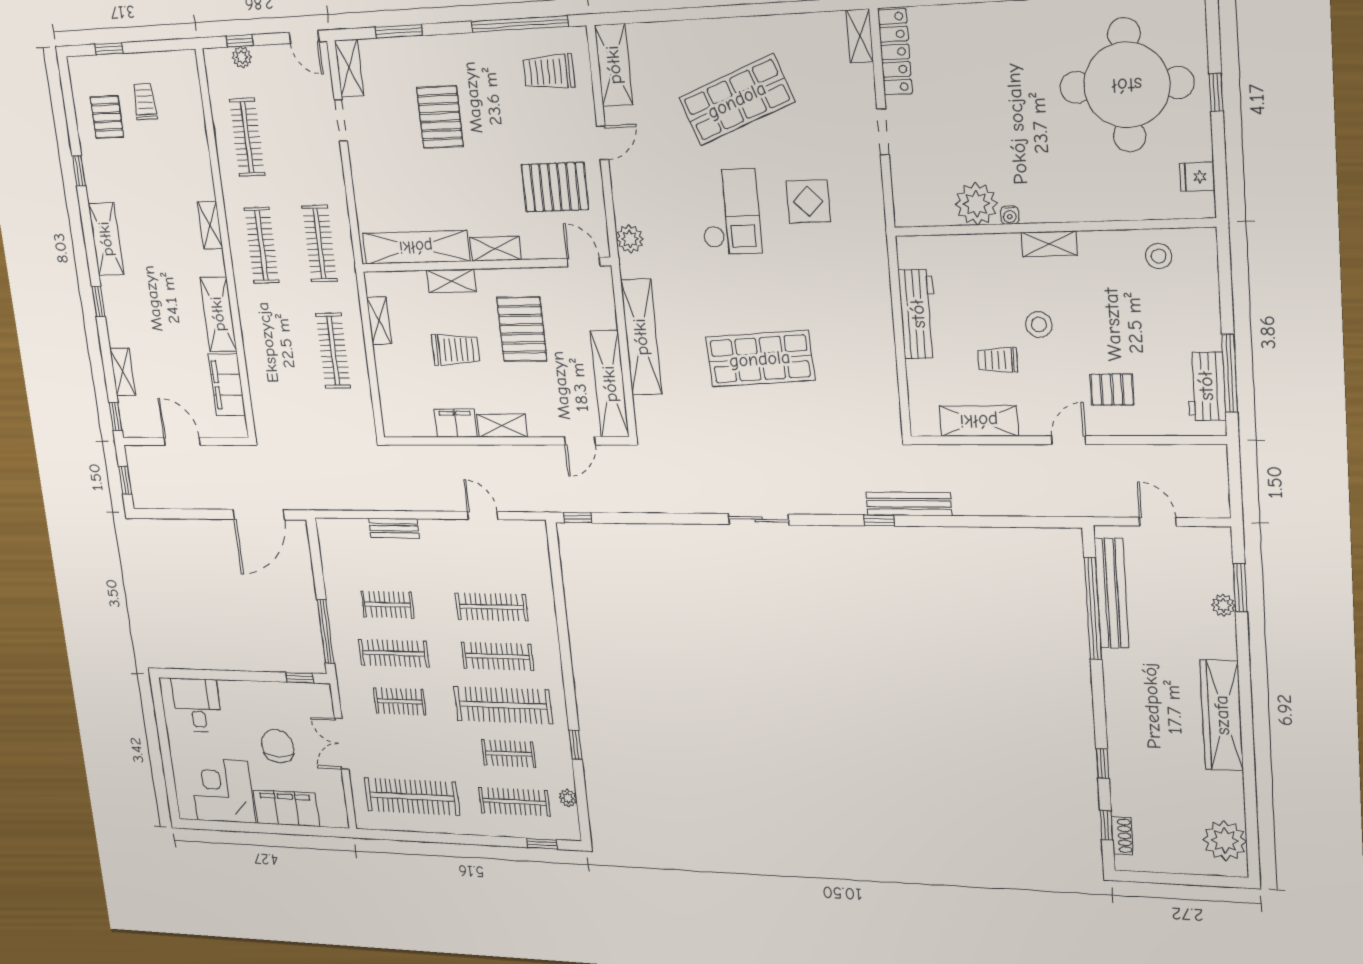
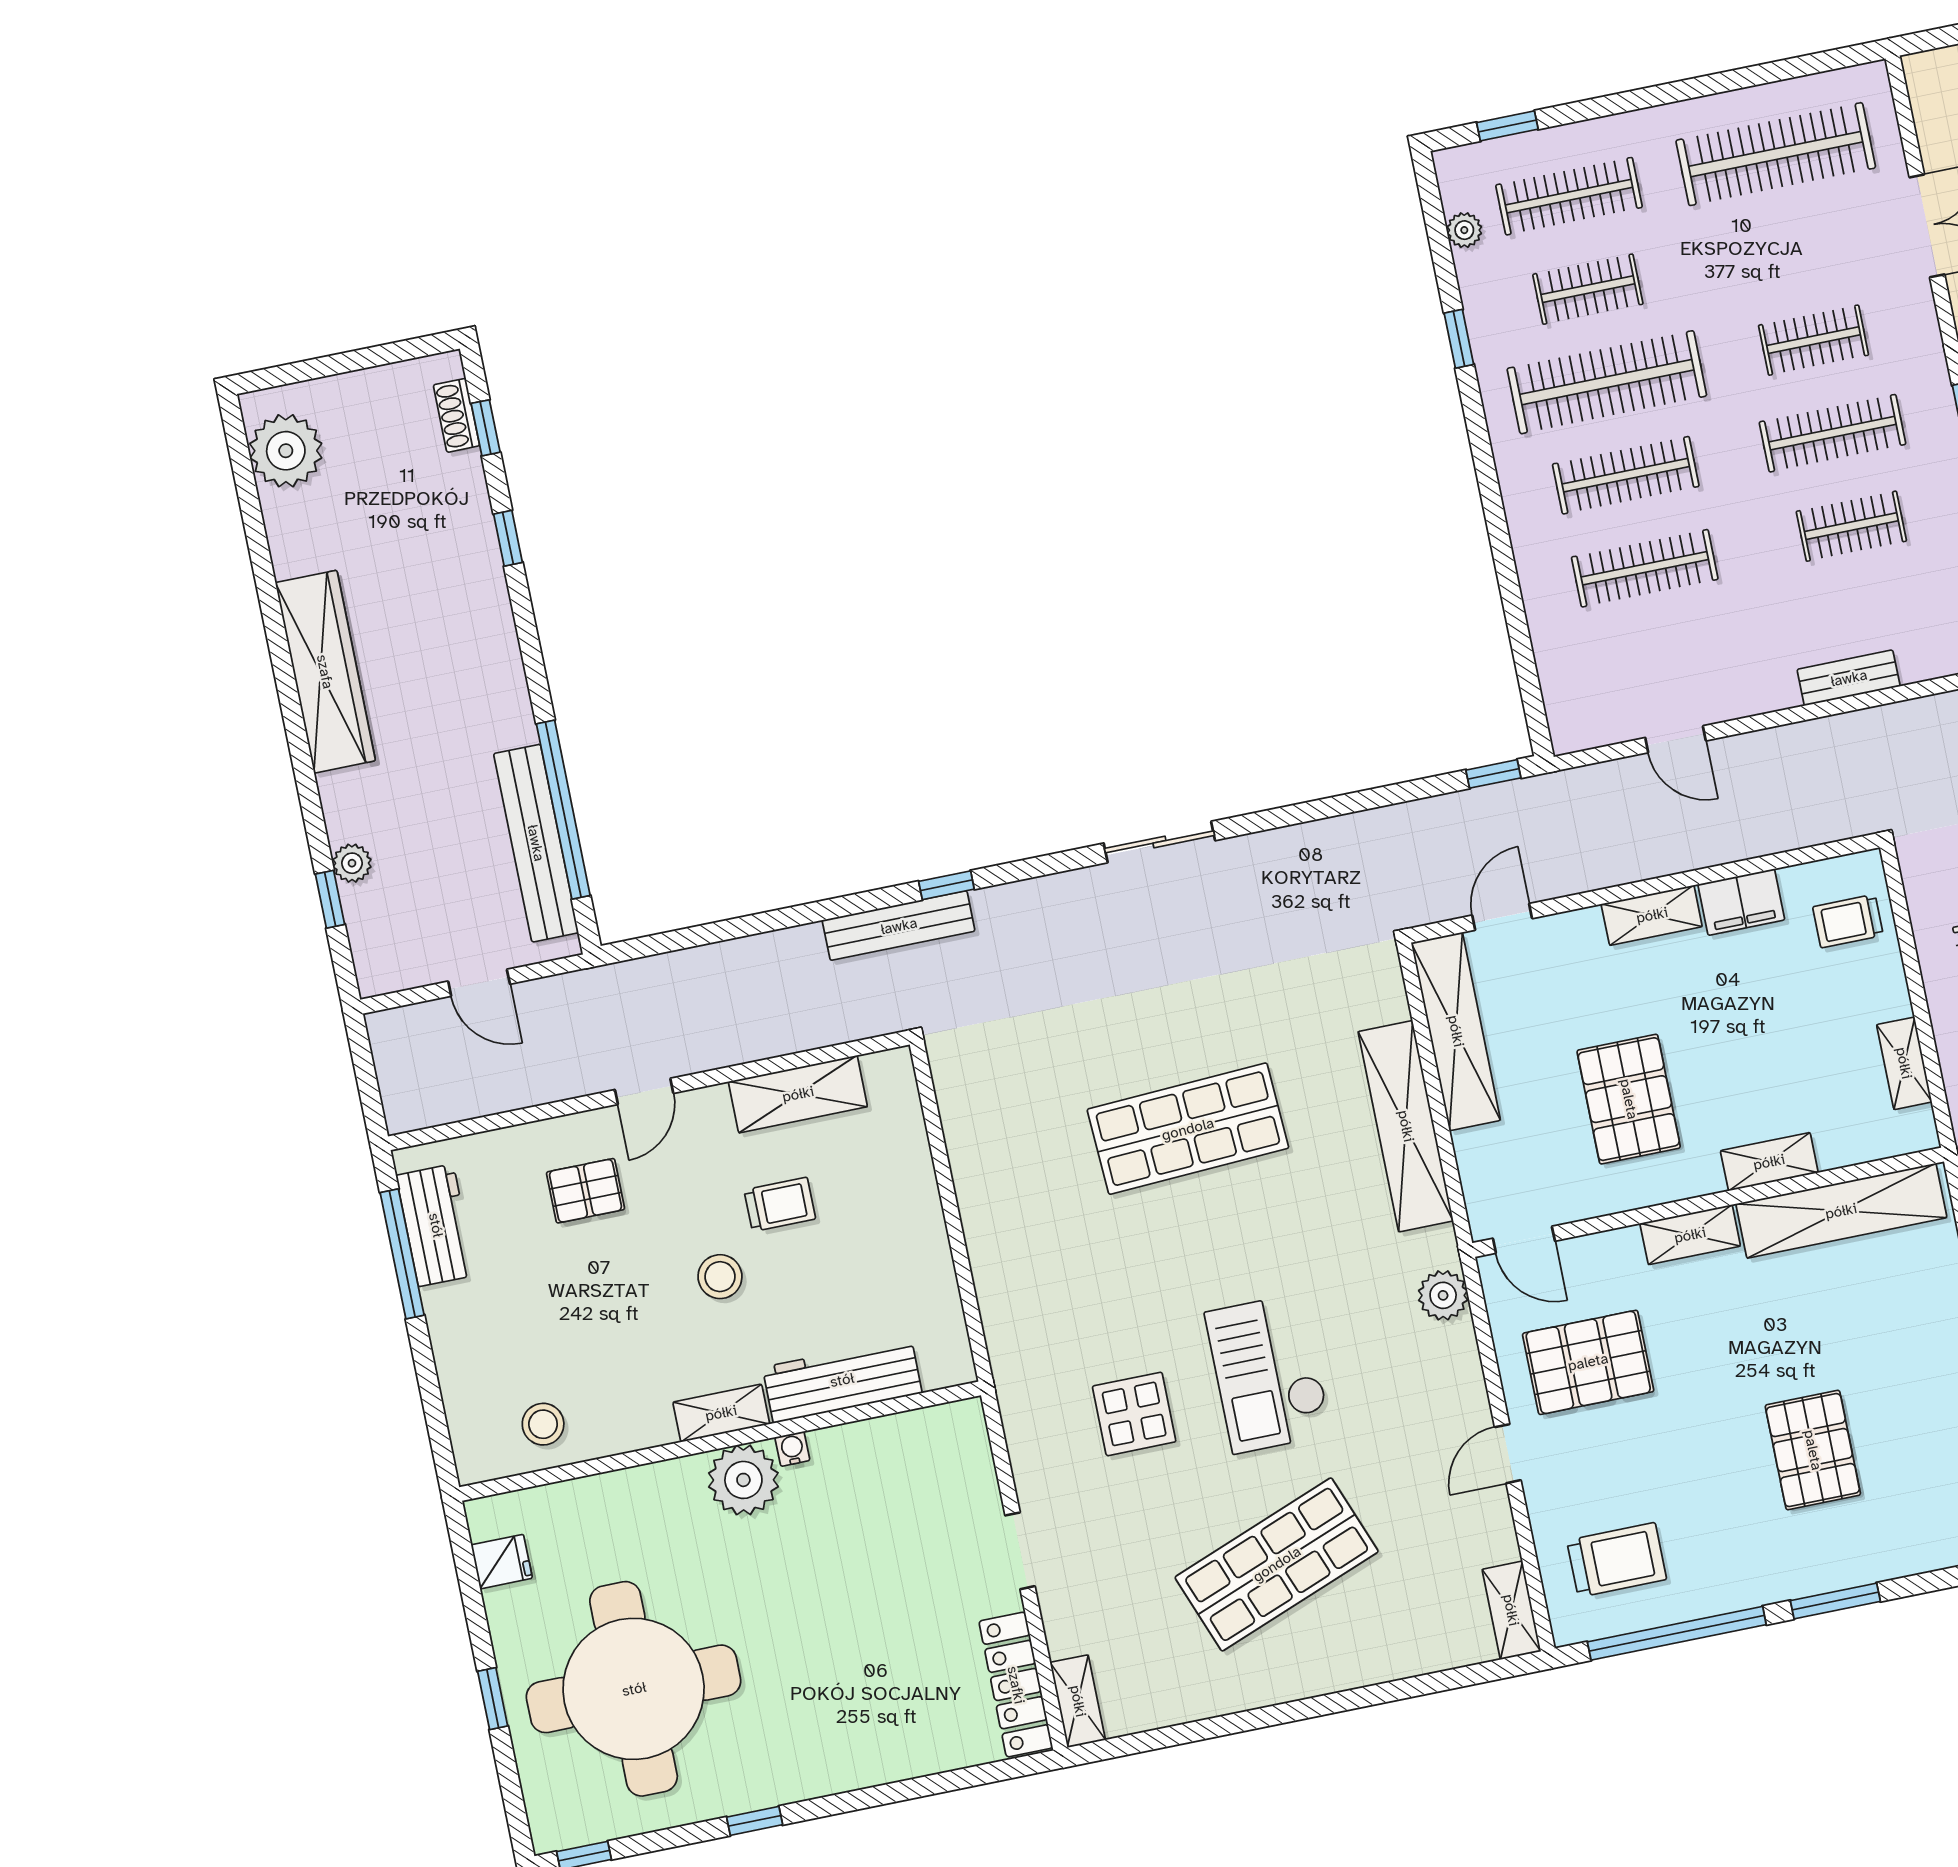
window: (399, 31) -> (1835, 1601), moved
shelving: (614, 65) -> (1511, 1610), width x0.67, depth x0.75
plant: (976, 204) -> (743, 1480), moved
workbench: (918, 314) -> (842, 1380), moved, turned 90
trolley: (456, 350) -> (1848, 921), moved, width x0.73, depth x0.72
window: (1240, 588) -> (330, 899), width x0.67

